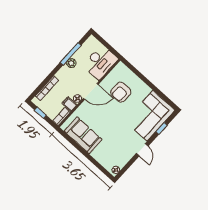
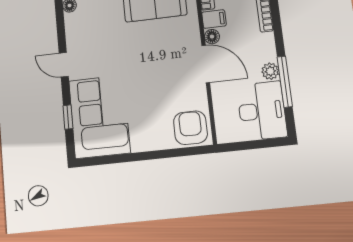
desk: (100, 62) -> (262, 111), moved, turned 180
door: (91, 91) -> (206, 64), swing flipped
armchair: (121, 92) -> (190, 128), moved

